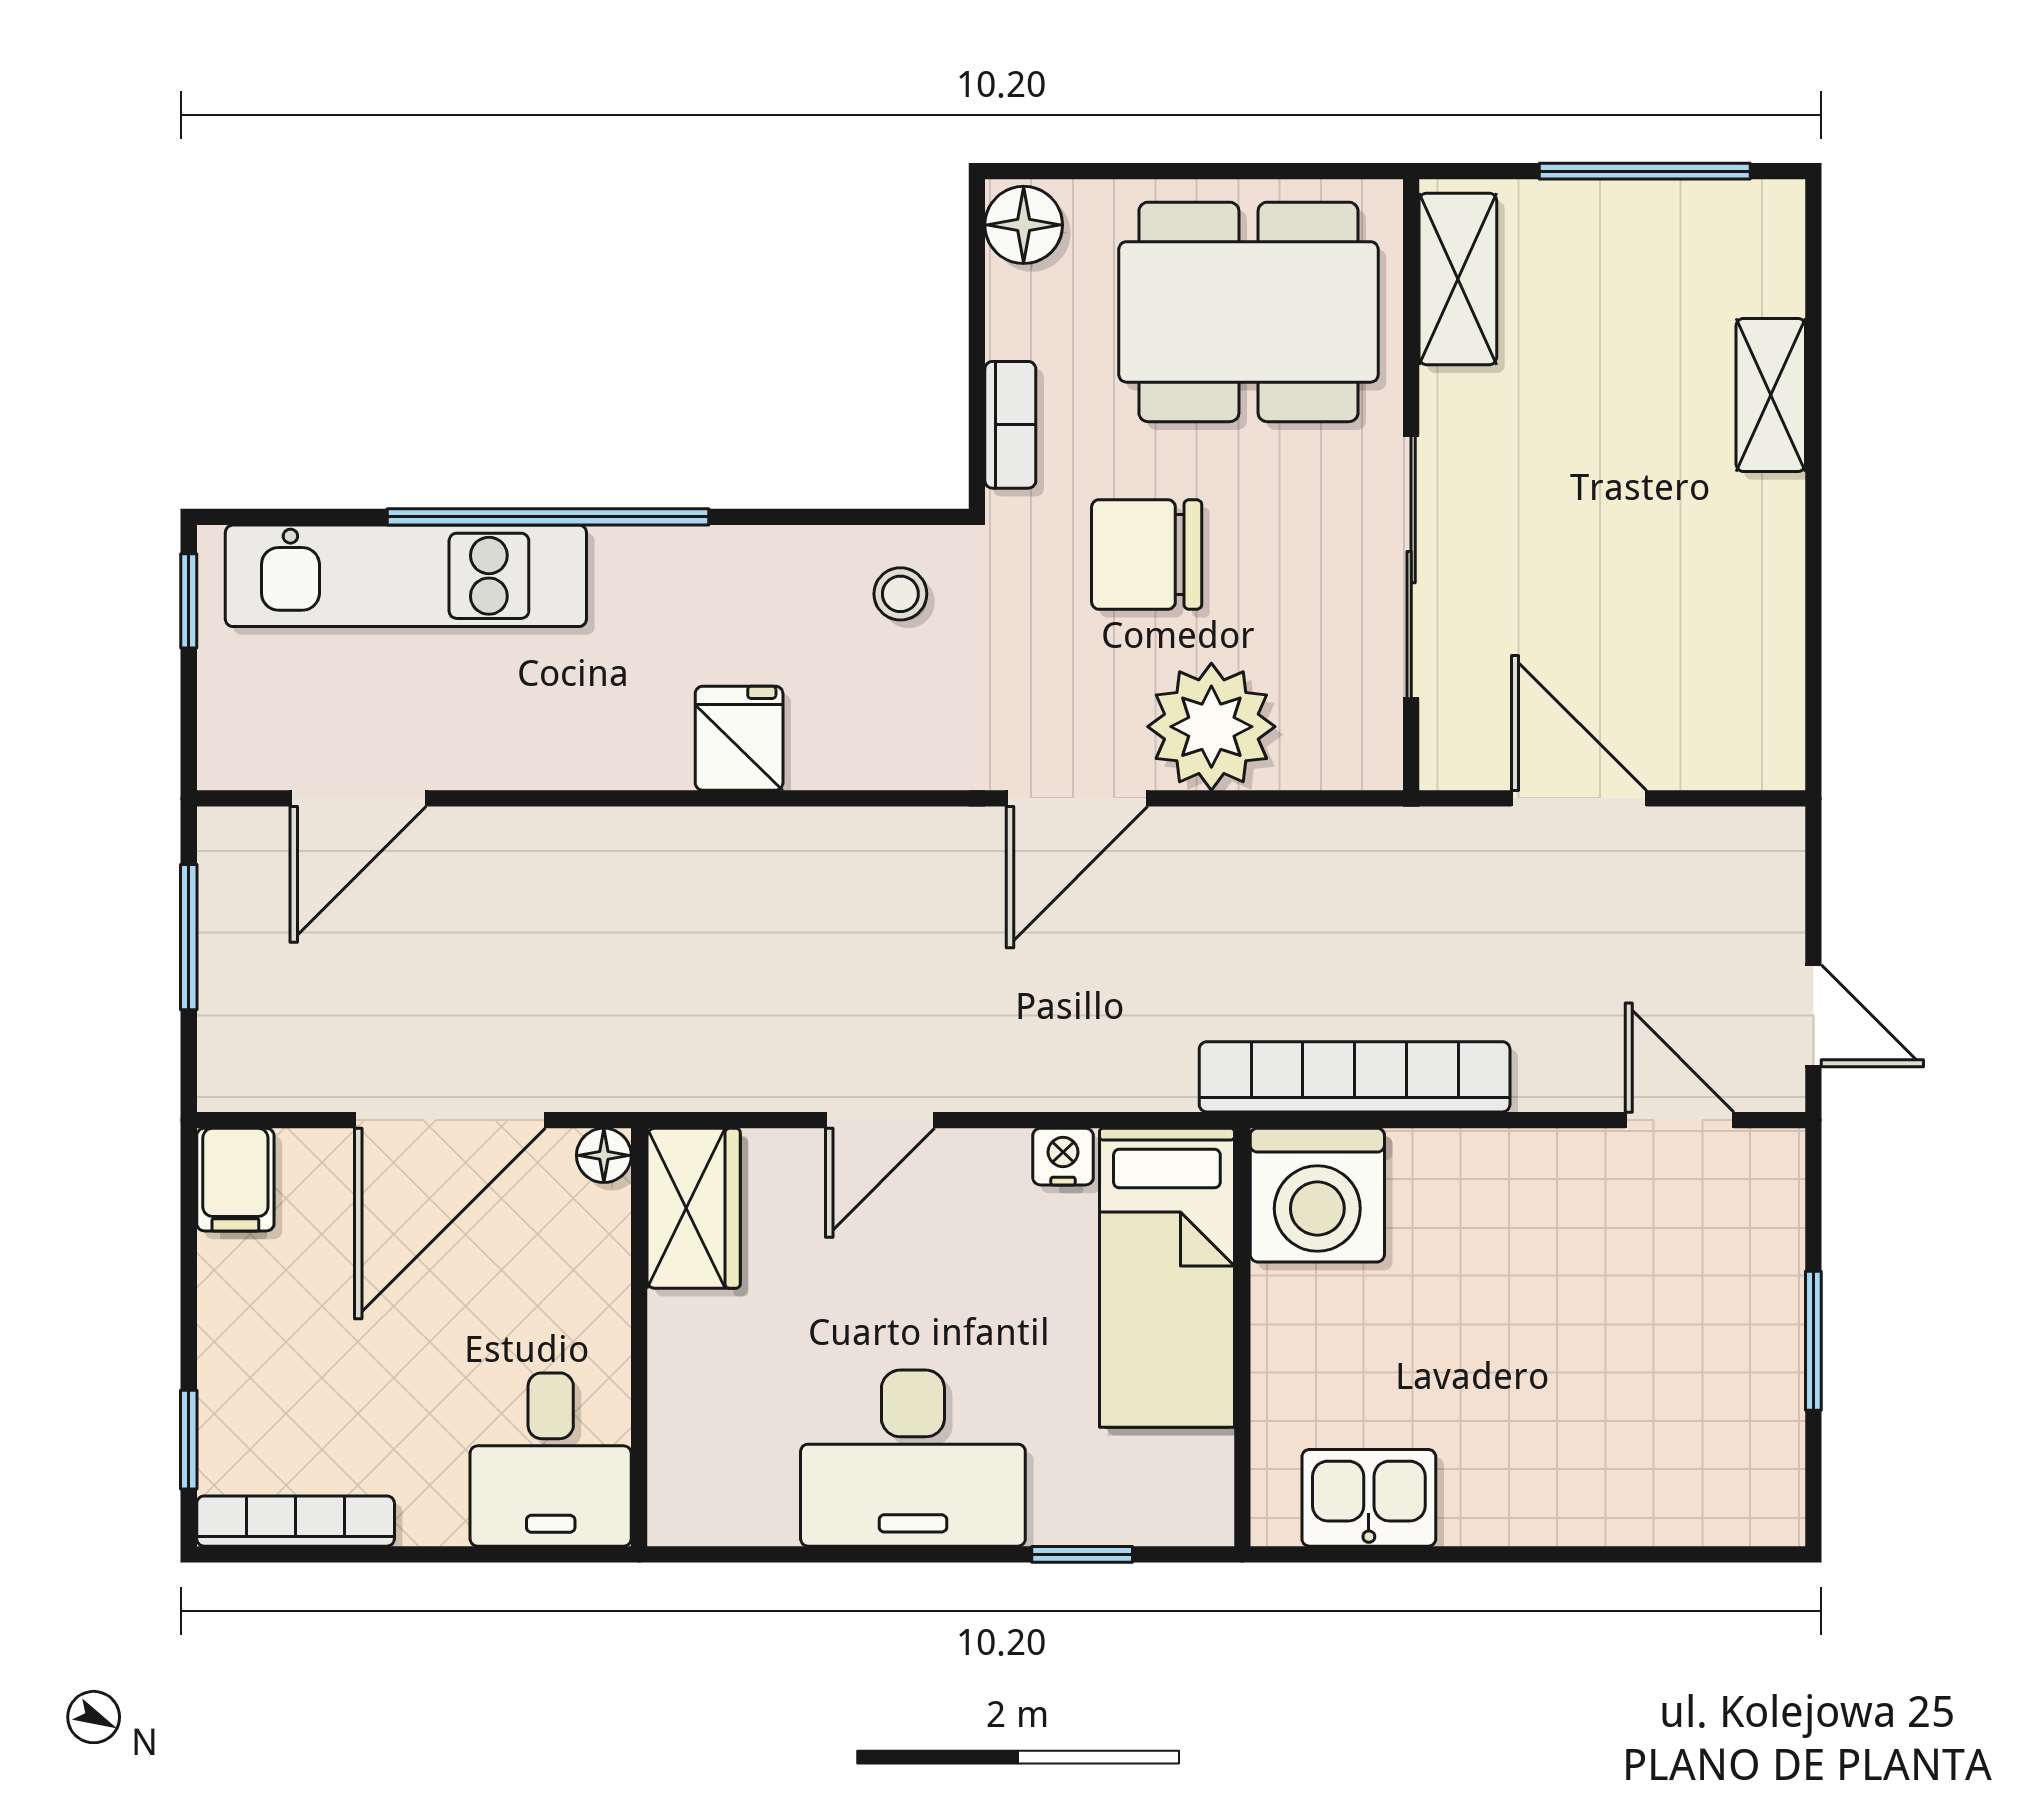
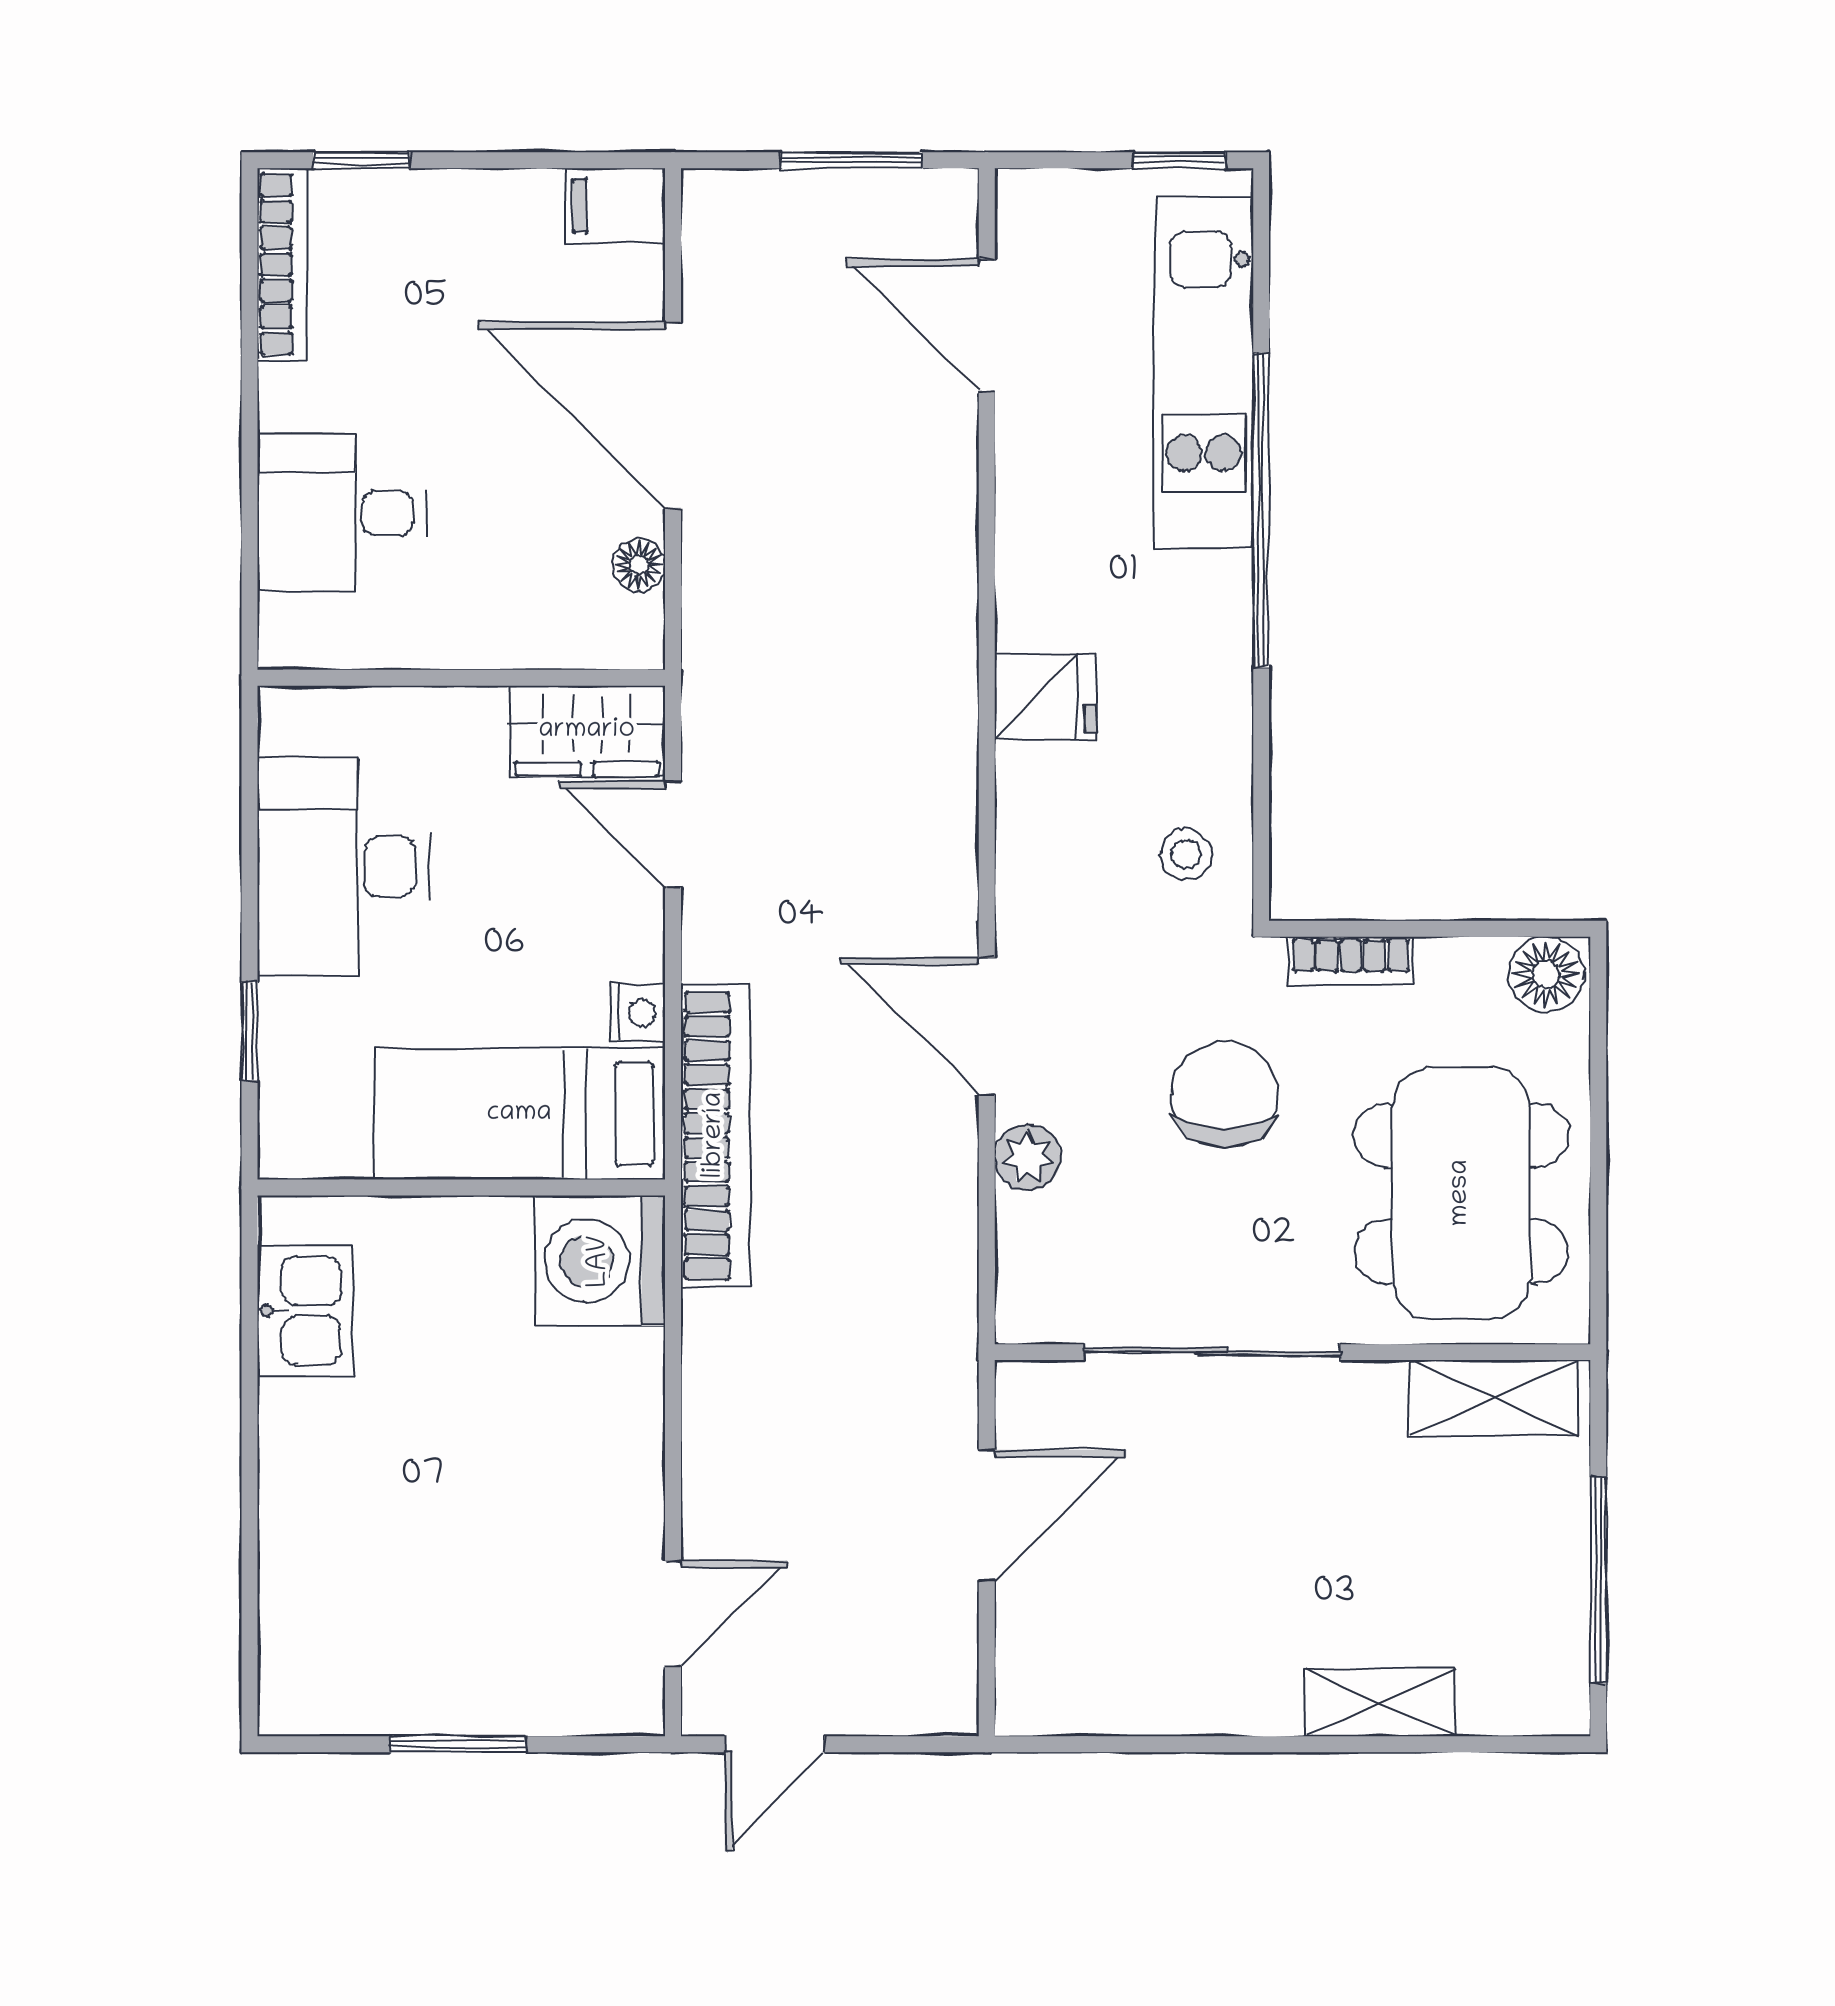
plant: (1211, 727) -> (1028, 1157), width x0.53, depth x0.53
bookcase: (1355, 1077) -> (715, 1135), moved
wardrobe: (694, 1208) -> (587, 731), moved
wall: (639, 1337) -> (461, 678), moved

